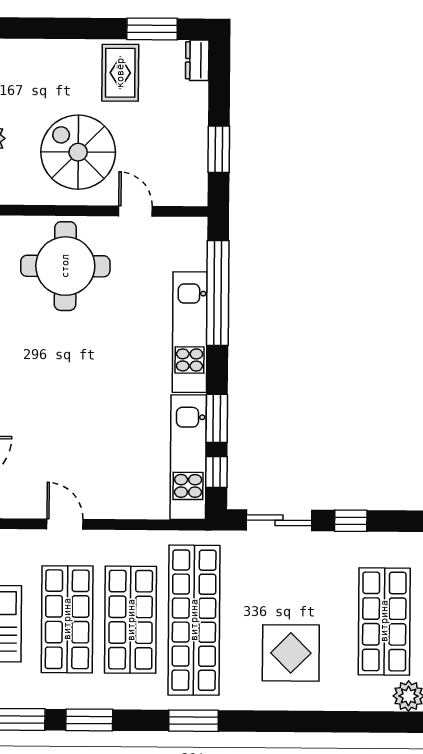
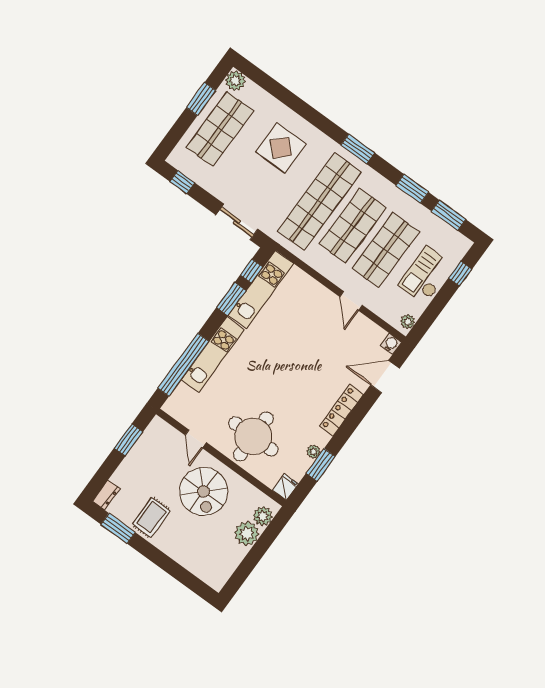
window: (351, 521) -> (182, 182), moved

